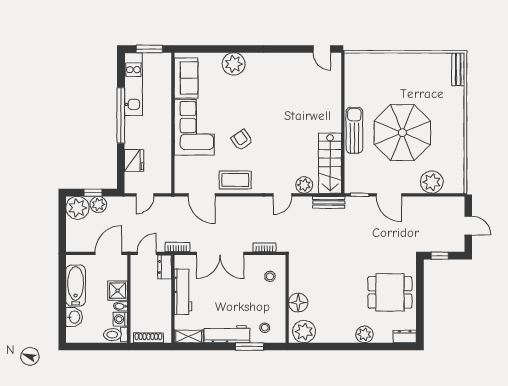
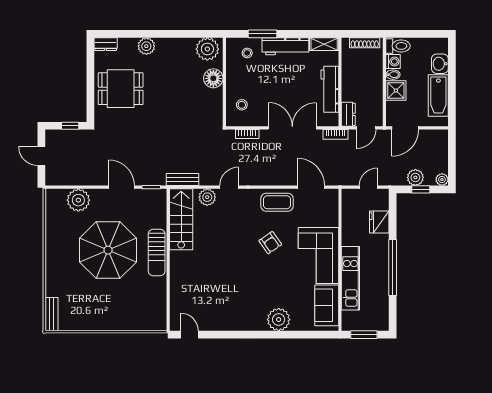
kitchen unit: (133, 84) -> (350, 278), moved, turned 180
plant: (77, 208) -> (442, 180), width x0.53, depth x0.53

